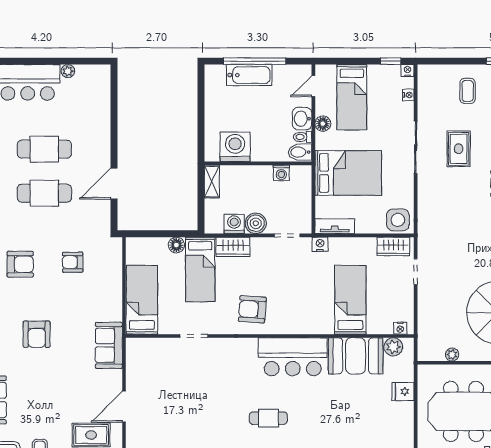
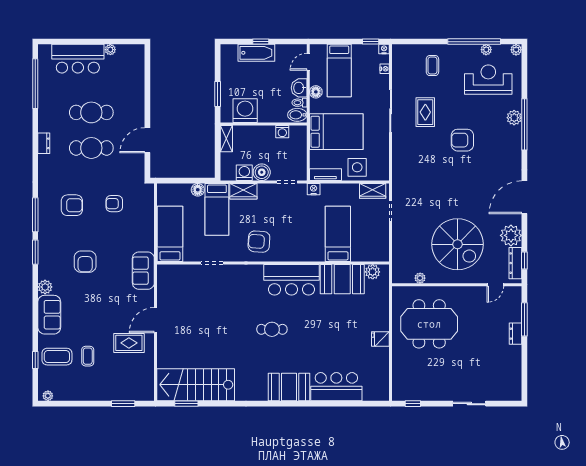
window: (255, 61) -> (261, 42), width x0.32
window: (201, 126) -> (218, 94), added
side table: (398, 220) -> (357, 167), moved
nightstand: (400, 328) -> (378, 257), removed
fridge: (403, 391) -> (380, 339), moved

